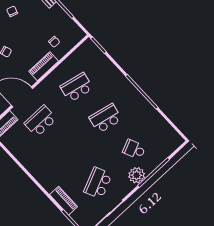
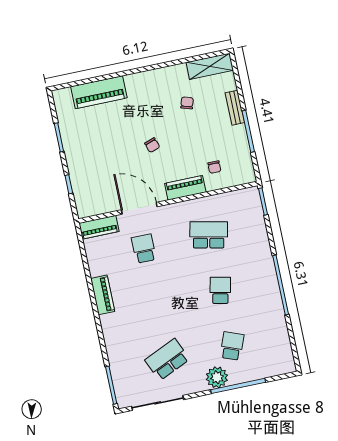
school desk: (105, 118) -> (220, 290), width x0.54
school desk: (40, 121) -> (144, 249), width x0.54
school desk: (134, 149) -> (232, 346), turned 45
piano: (64, 201) -> (103, 295), moved

